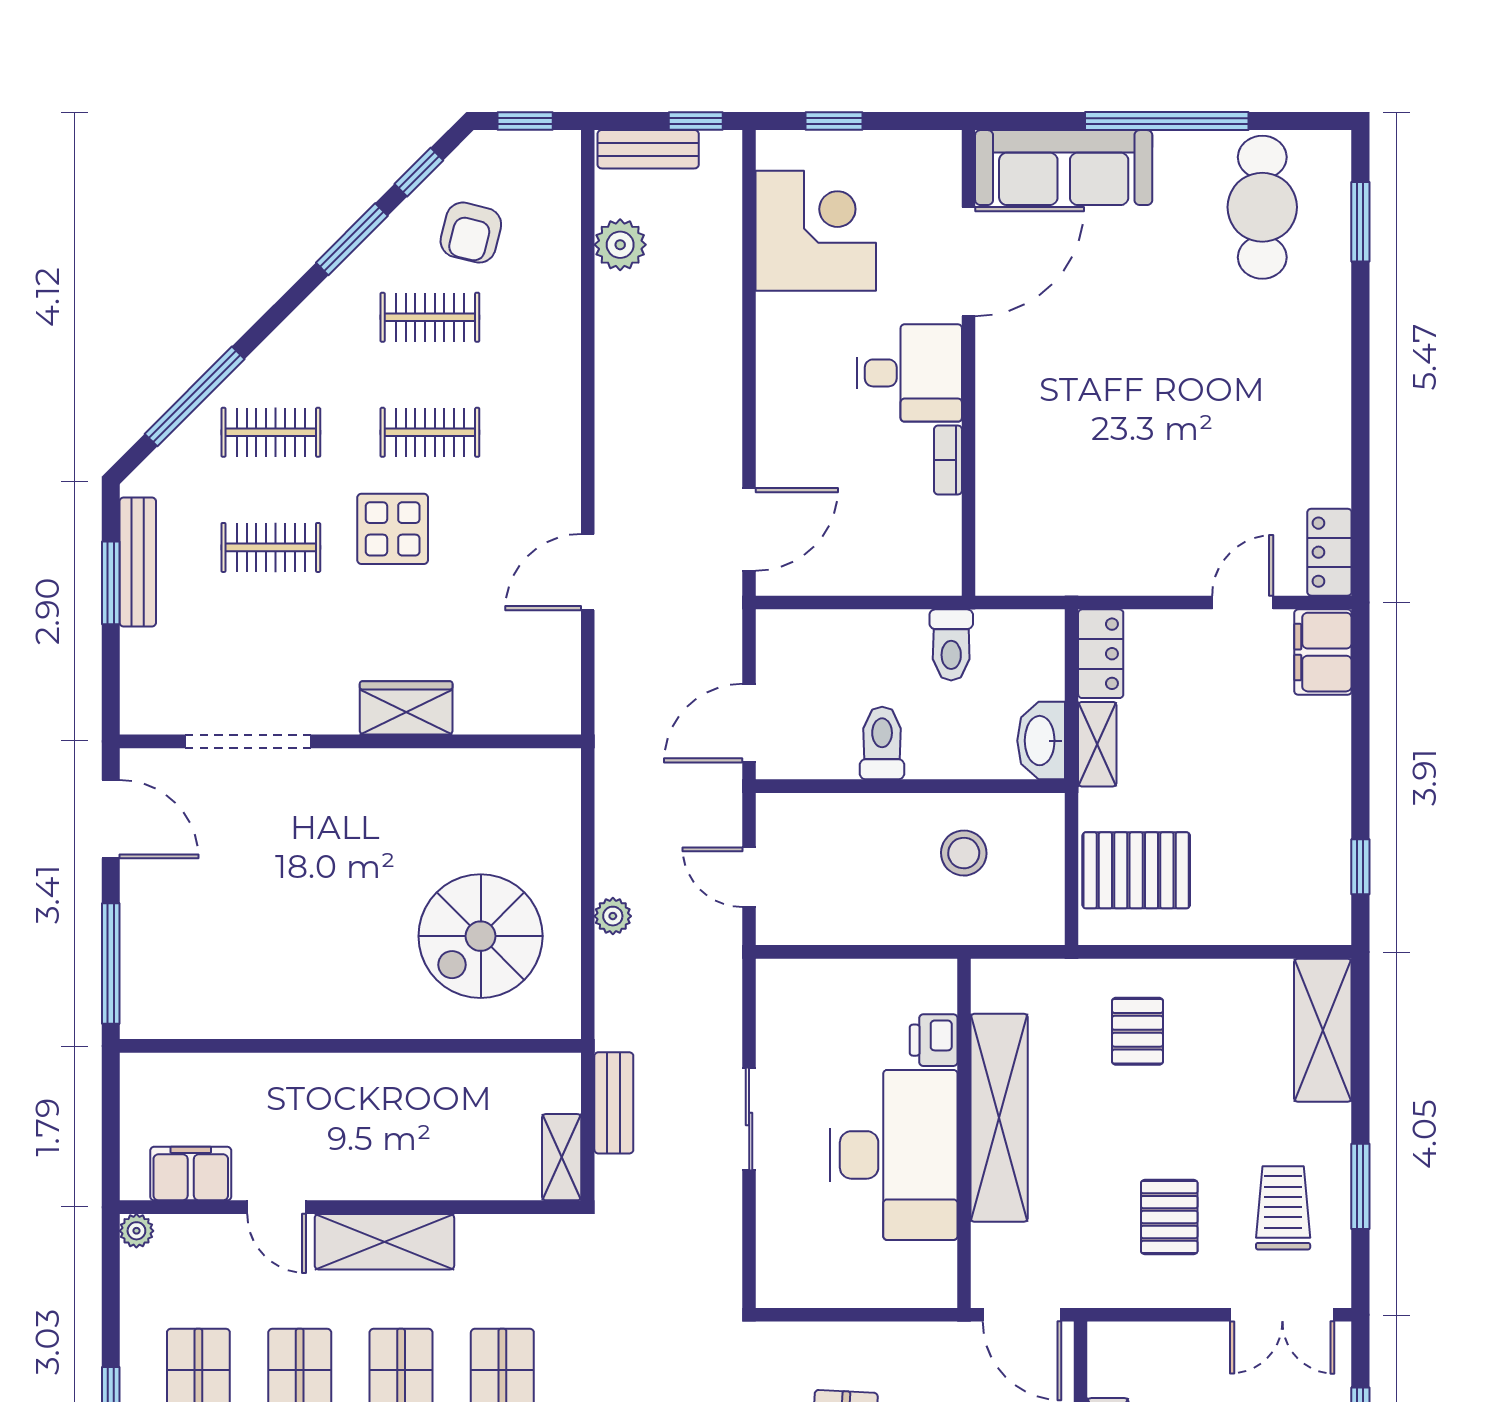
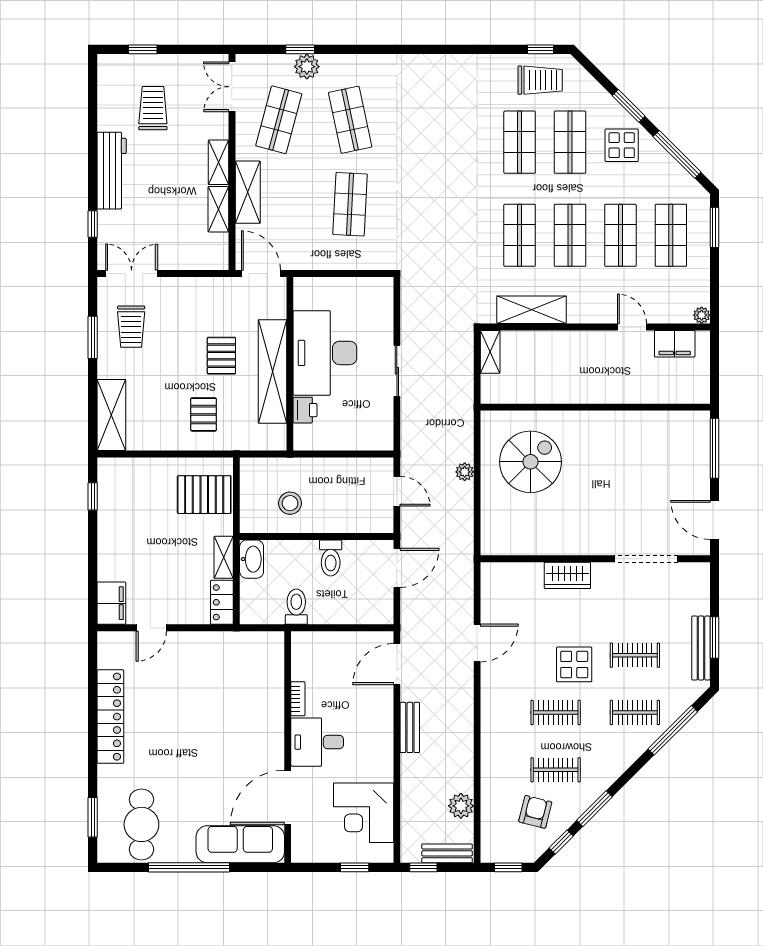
locker: (1329, 552) -> (110, 717), moved, width x2.16, depth x1.21
bench: (614, 1103) -> (410, 727), moved
pallet: (1169, 1217) -> (221, 356), moved
shelving: (384, 1242) -> (532, 310), moved

